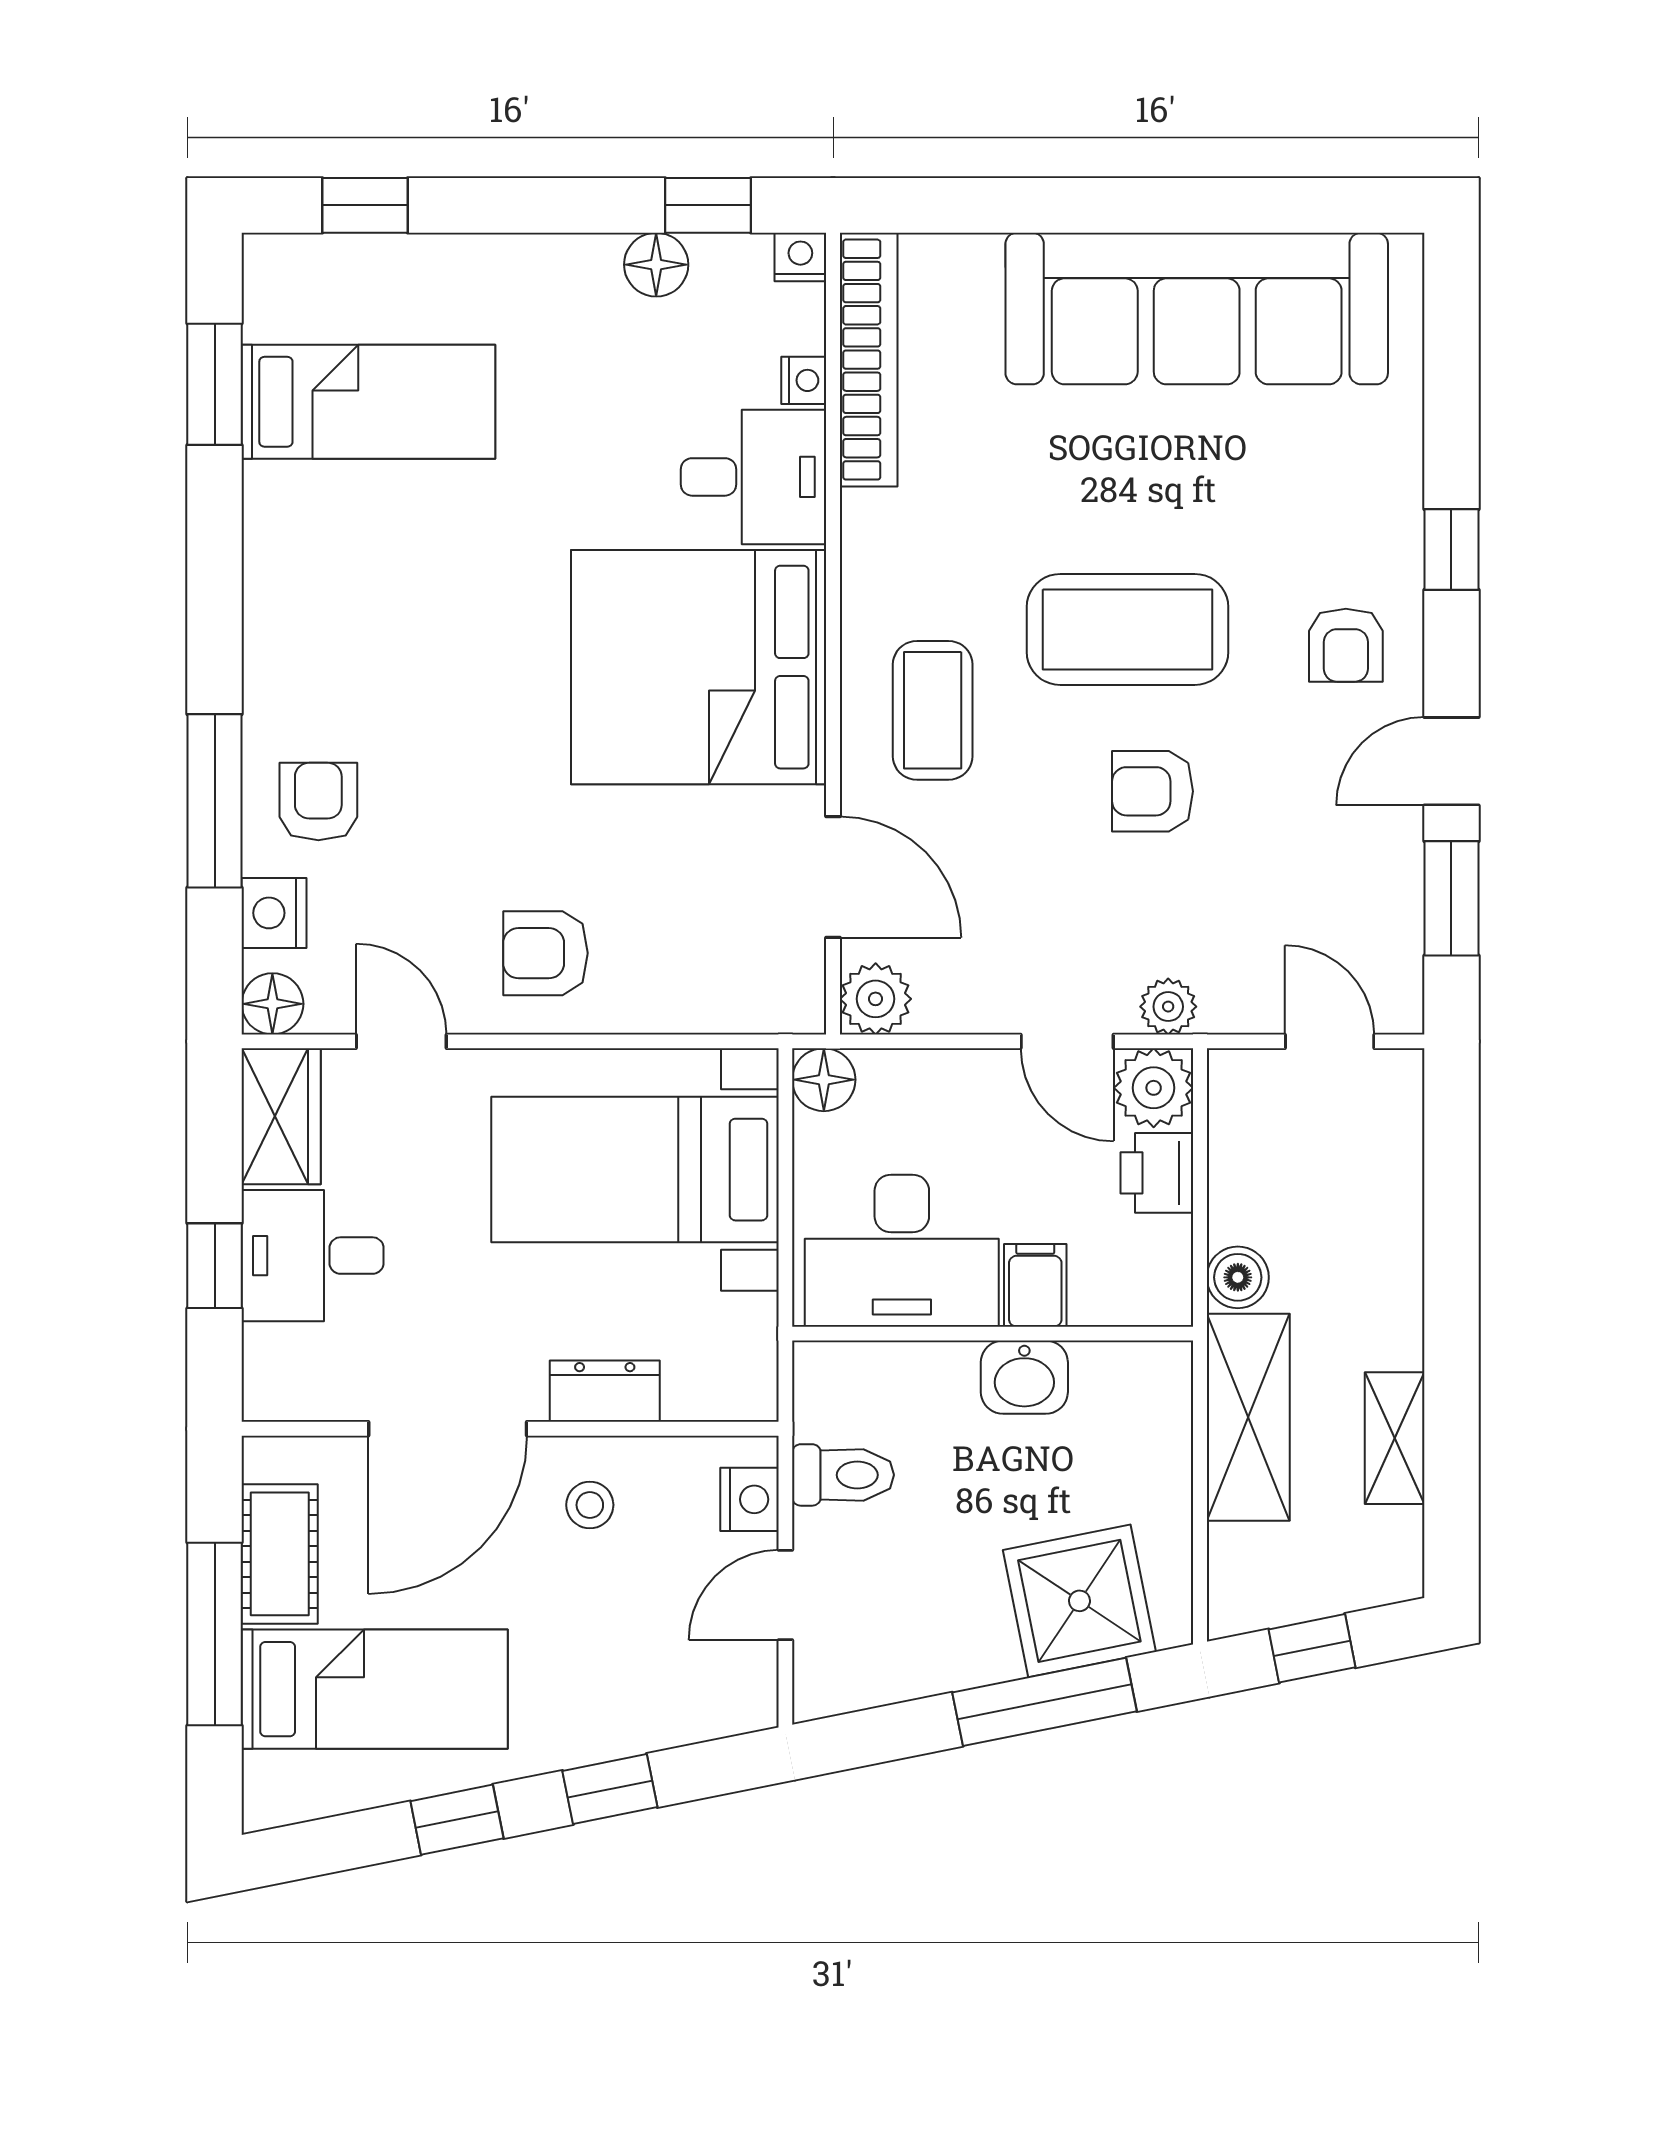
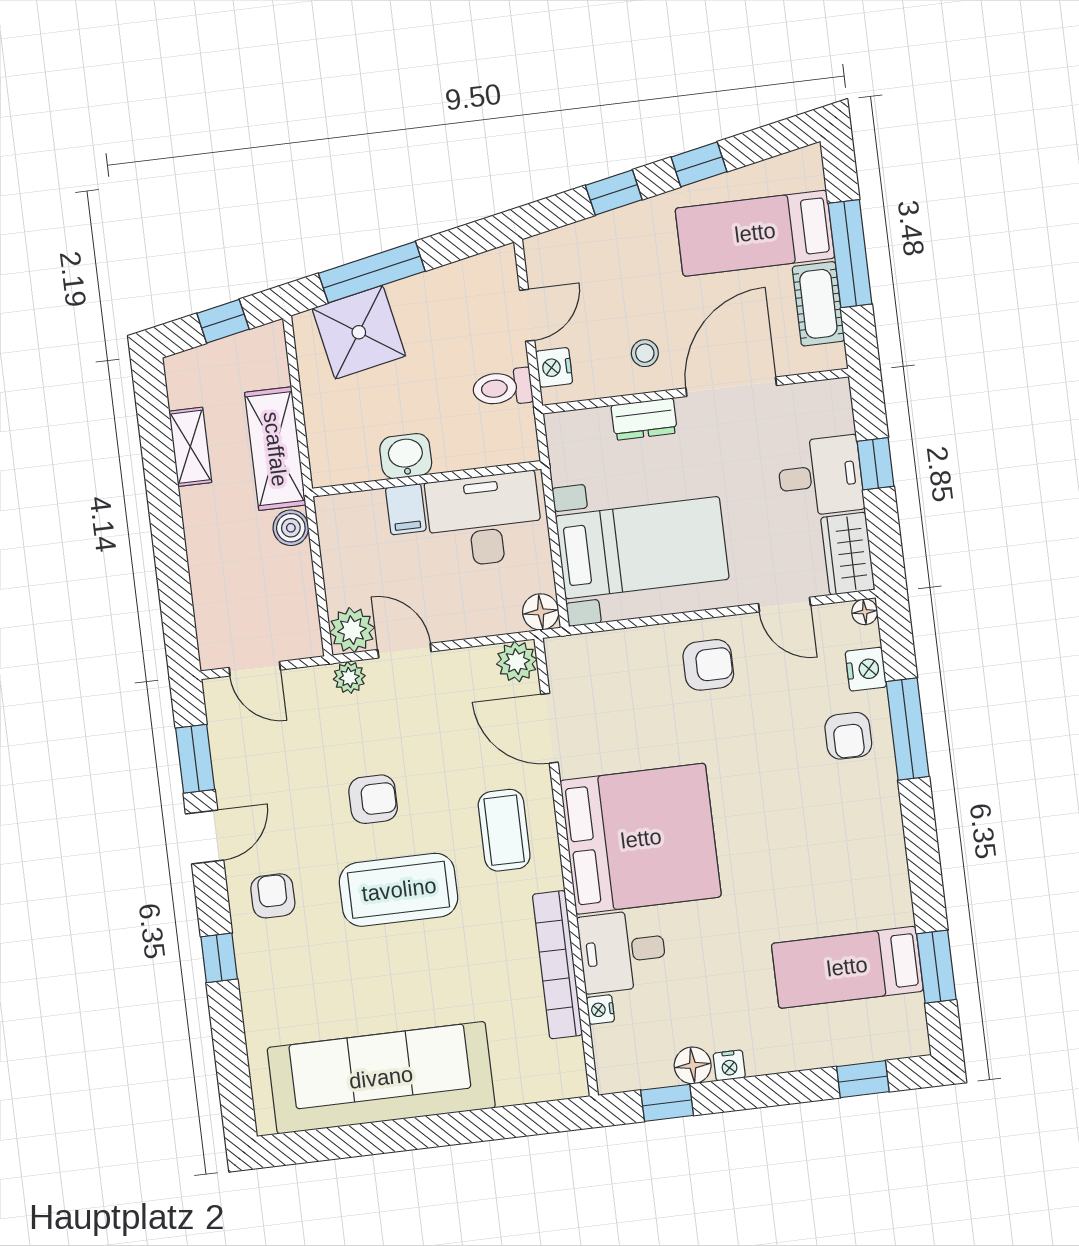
nightstand: (800, 257) -> (729, 1065), moved
bookcase: (869, 360) -> (557, 965), moved
floor lamp: (272, 1004) -> (865, 612), width x0.73, depth x0.73
printer: (1157, 1173) -> (344, 582), removed

